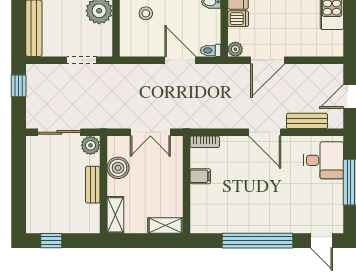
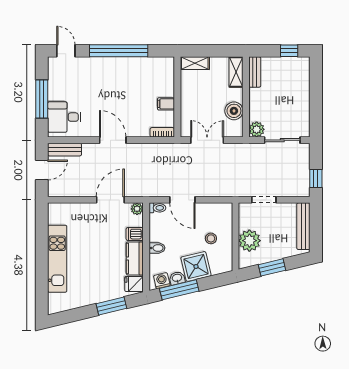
bench: (307, 121) -> (65, 150), moved
bench: (93, 185) -> (255, 72), moved

